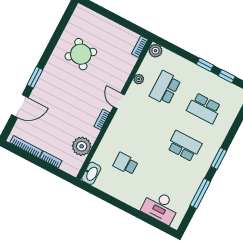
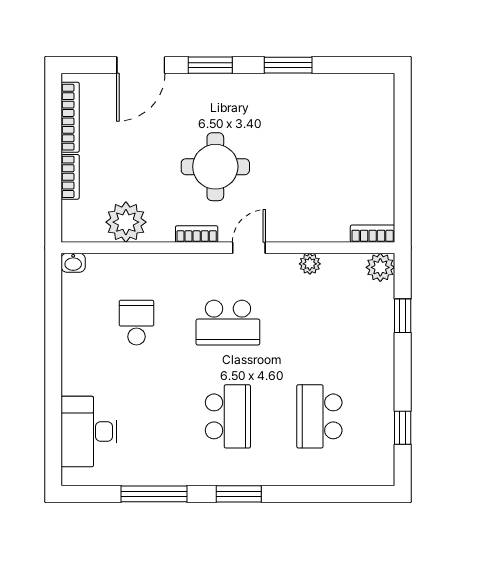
window: (52, 45) -> (288, 65), added
round table: (81, 54) -> (215, 167), moved, turned 38
window: (205, 65) -> (403, 316), moved
school desk: (165, 88) -> (228, 323), moved, turned 180
door: (20, 106) -> (141, 65), hinge flipped
washbasin: (91, 173) -> (73, 263), width x0.52, depth x0.69

